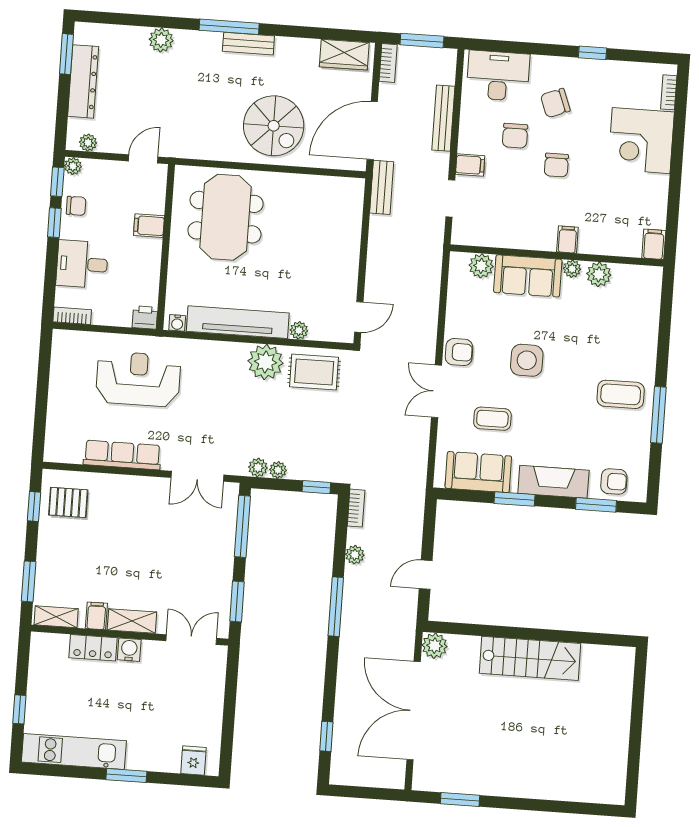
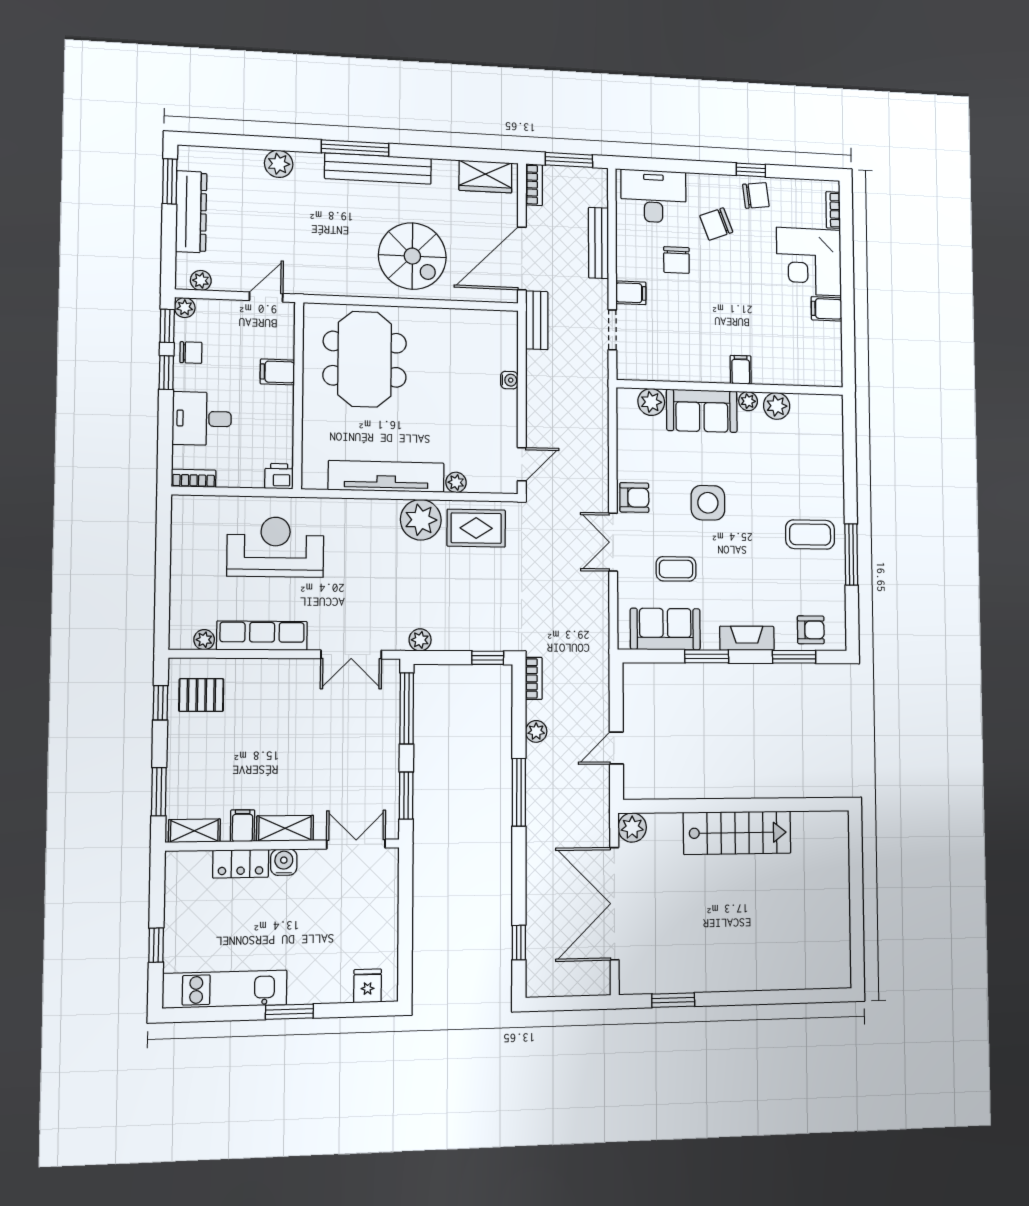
bench: (248, 44) -> (378, 169), width x1.86, depth x1.21
chair: (556, 165) -> (756, 195), moved, turned -97
filing cabinet: (654, 244) -> (827, 309), moved, turned -90
water cooler: (177, 323) -> (509, 380), moved, turned -90
plant: (278, 470) -> (204, 640), moved
fireplace: (553, 482) -> (747, 638), width x0.73, depth x0.76

